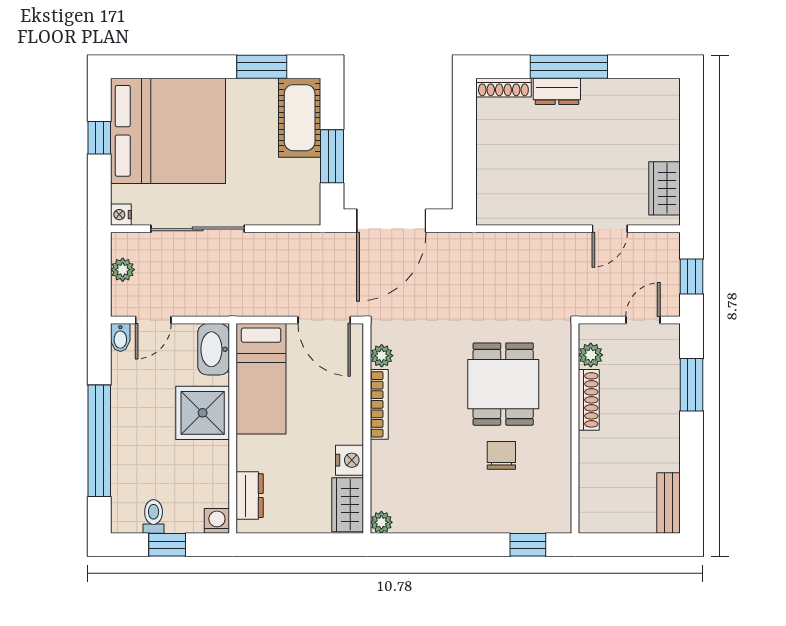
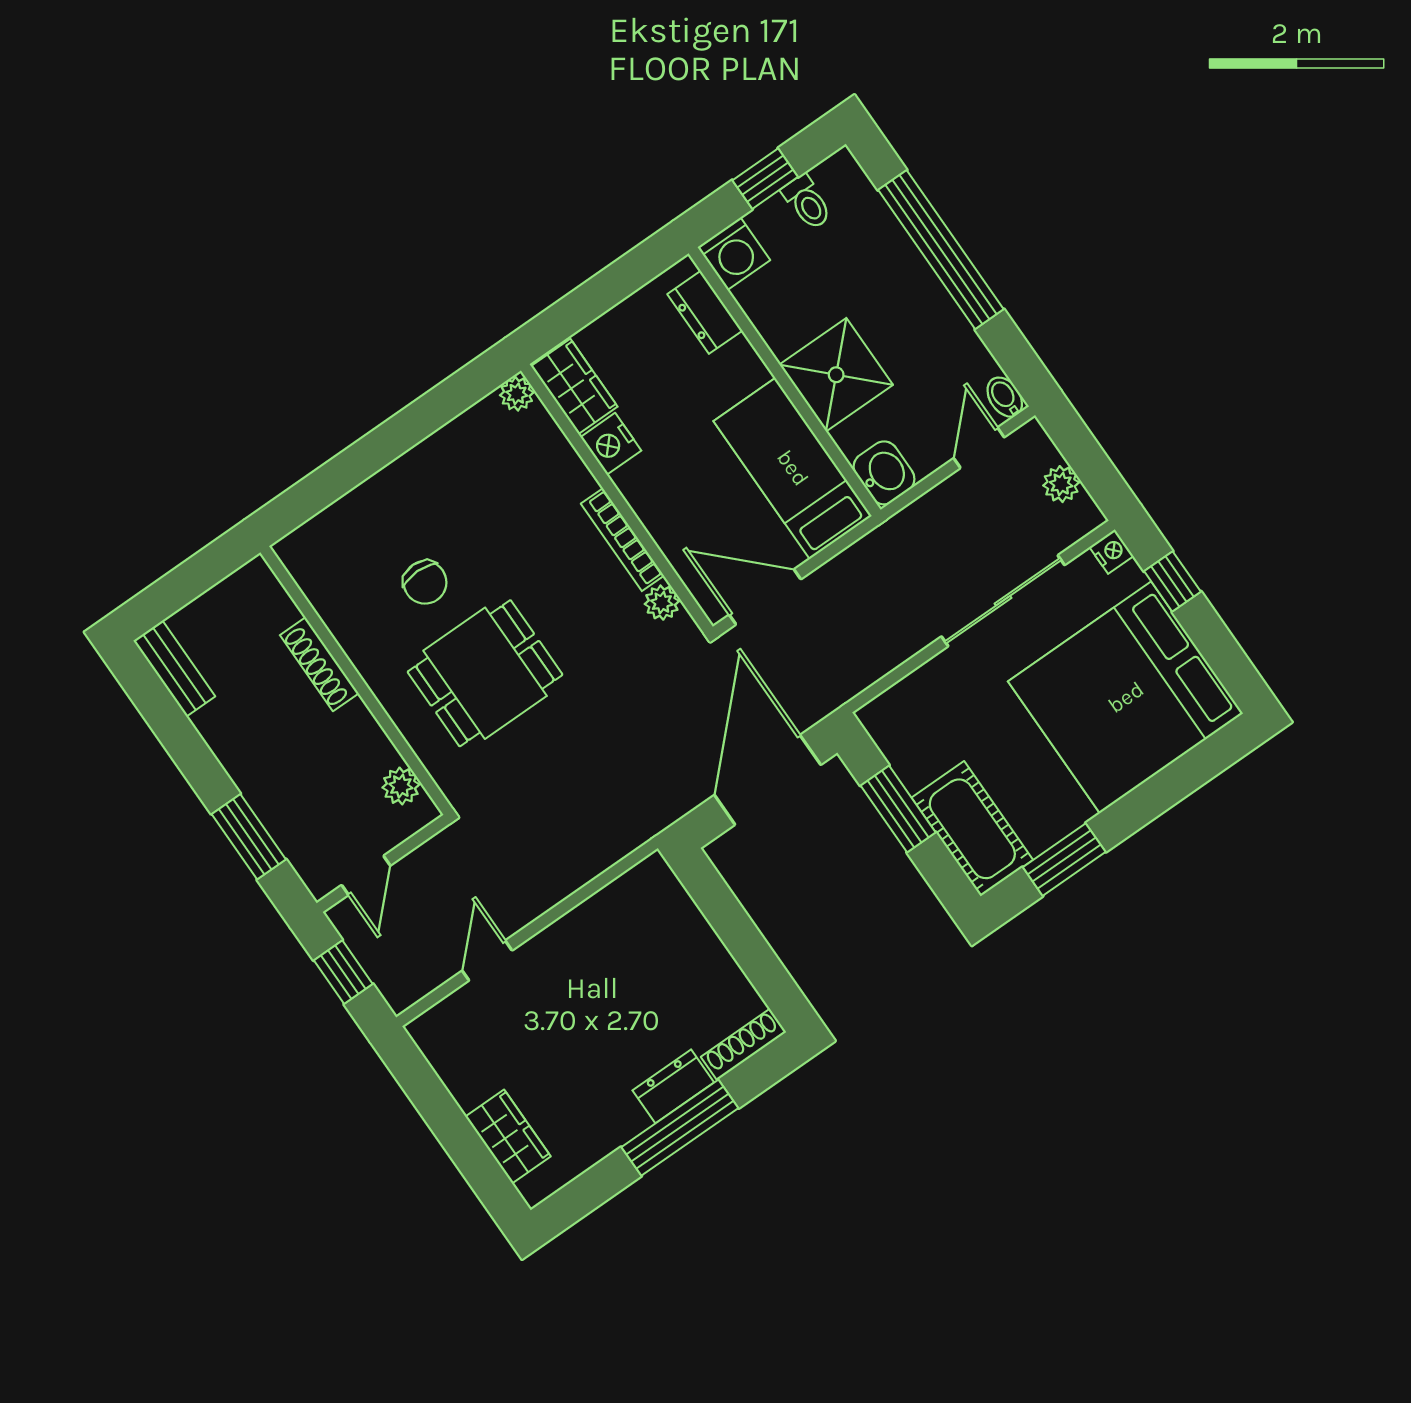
window: (99, 138) -> (1172, 581), moved
wardrobe: (665, 188) -> (508, 1136), moved
washbasin: (214, 349) -> (884, 473), width x0.72
dining table: (503, 384) -> (485, 673), turned 90
shoe rack: (589, 400) -> (319, 664), moved
washing machine: (217, 521) -> (734, 254), width x1.38, depth x1.38
window: (528, 545) -> (314, 494), removed

